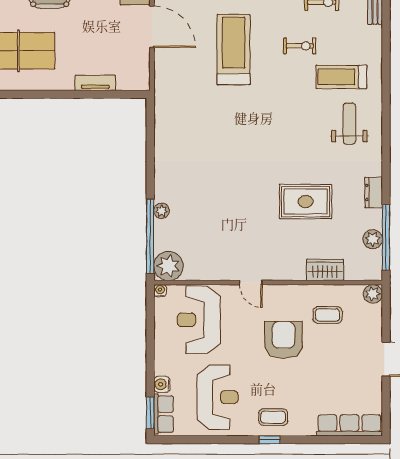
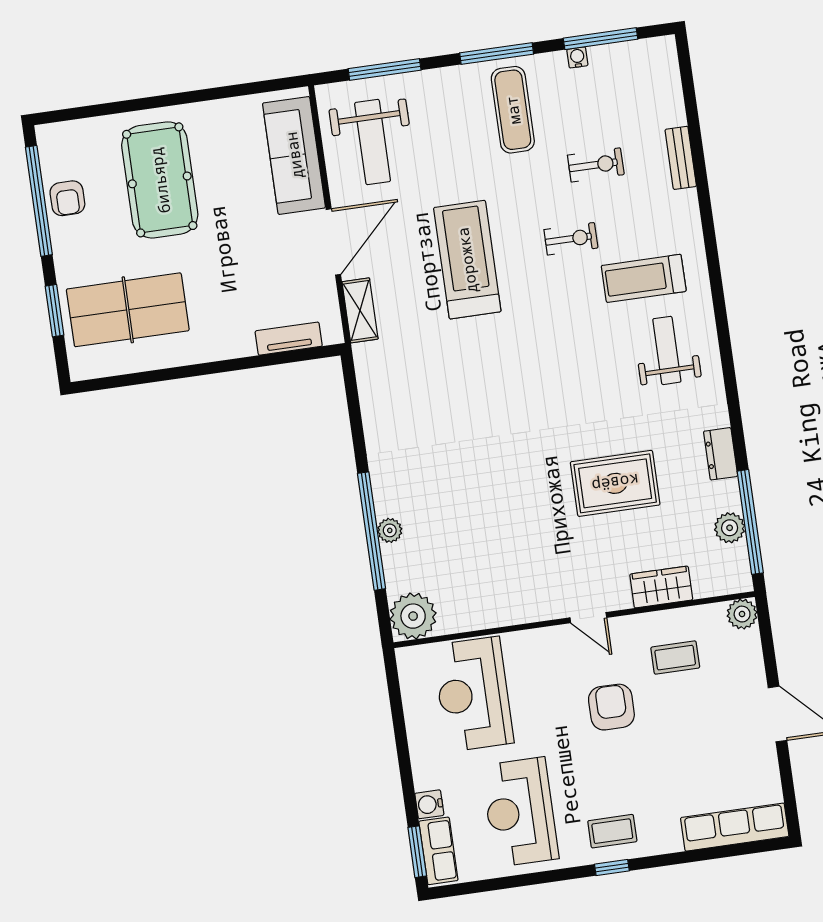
door: (152, 27) -> (333, 242), hinge flipped
shelving: (163, 72) -> (360, 310), added
tv unit: (95, 83) -> (289, 339), moved
window: (150, 236) -> (372, 531), moved
door: (251, 283) -> (588, 618), moved
water cooler: (160, 291) -> (405, 657), removed
armchair: (284, 340) -> (611, 707), width x0.73, depth x0.73
reception desk: (217, 397) -> (520, 812), turned 180

